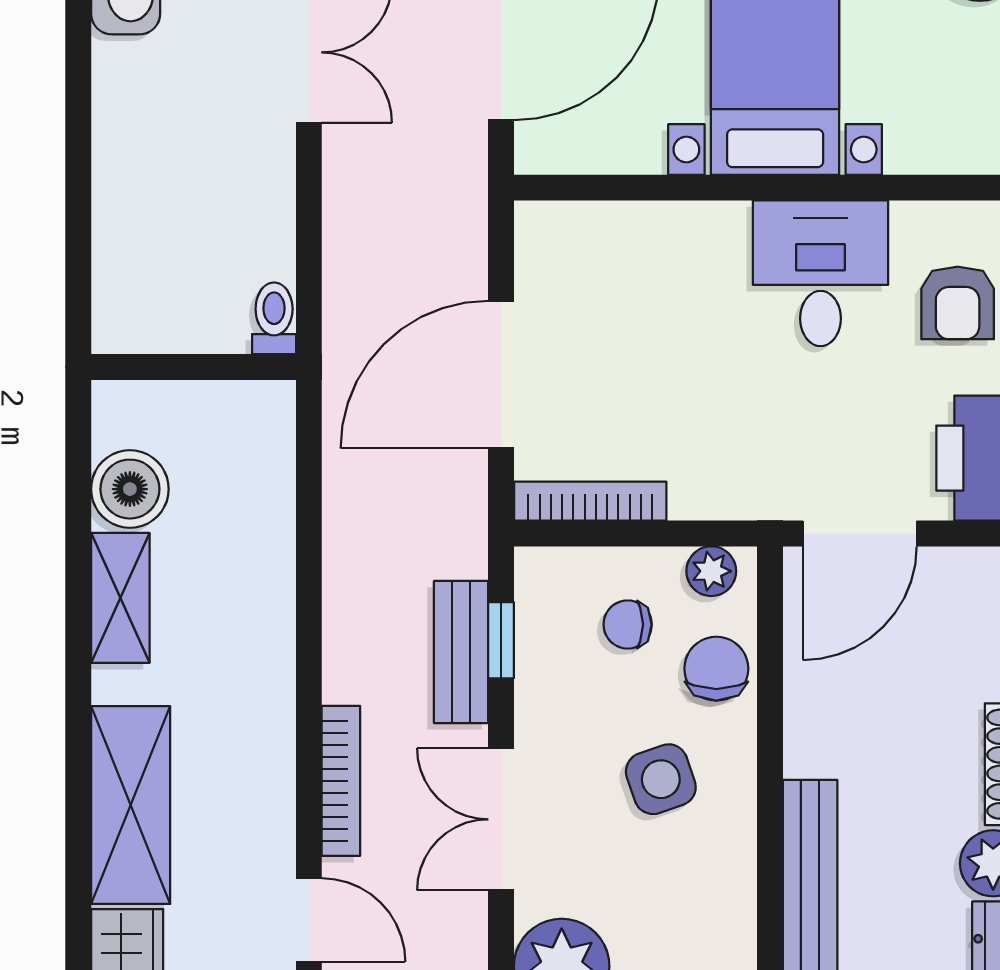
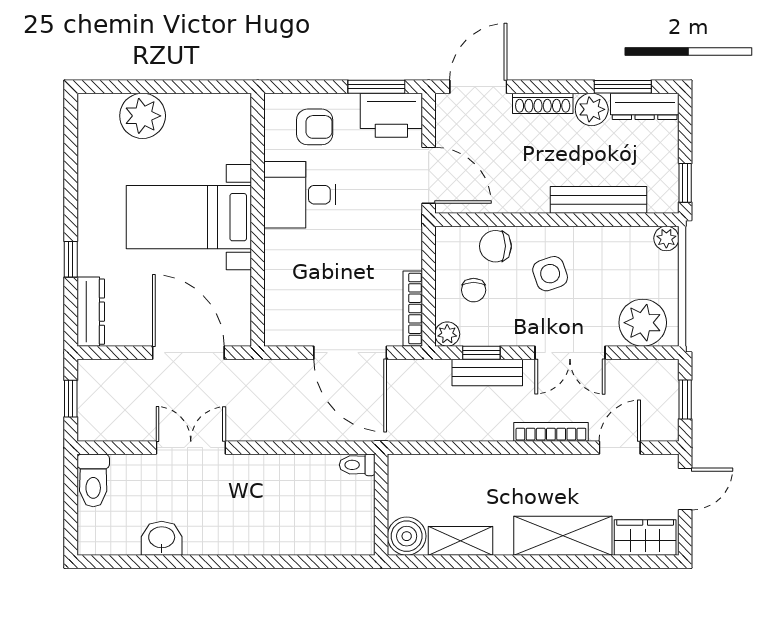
toilet: (274, 318) -> (357, 465), moved
wall: (194, 367) -> (381, 505), moved
plant: (711, 571) -> (447, 334), moved

